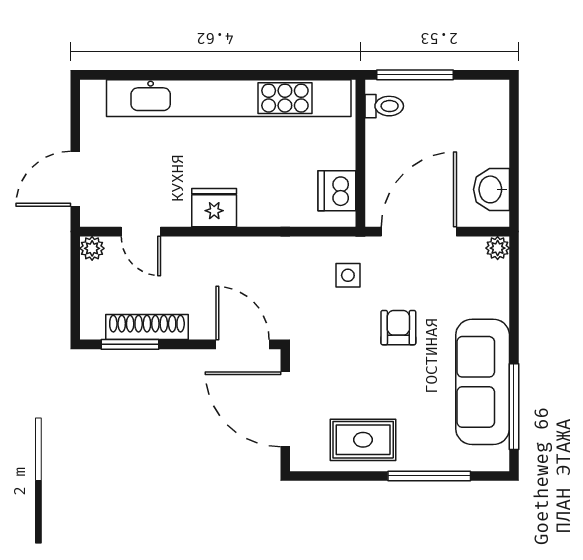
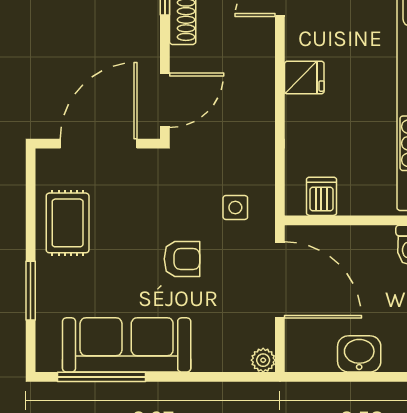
washbasin: (491, 189) -> (359, 354), moved
dishwasher: (337, 191) -> (321, 196), width x0.73
fridge: (214, 208) -> (304, 77), width x0.72
window: (429, 476) -> (31, 291), width x0.69

